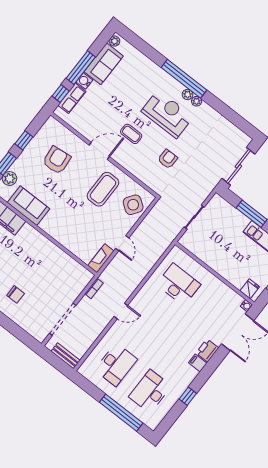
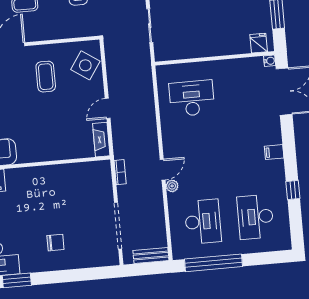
coffee table: (103, 189) -> (46, 77), width x0.73, depth x0.76
door: (122, 243) -> (108, 108), swing flipped
plant: (117, 326) -> (172, 186), added
printer: (207, 350) -> (272, 133), removed
window: (121, 413) -> (214, 263), moved

